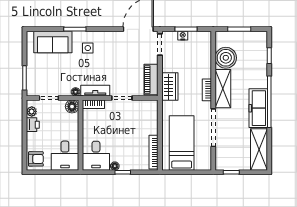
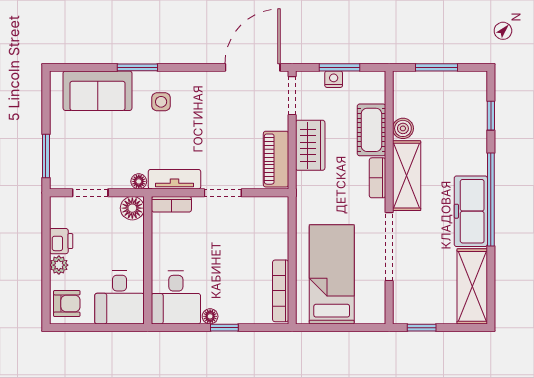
boiler: (226, 58) -> (403, 128), width x0.54, depth x0.54
cot: (204, 63) -> (371, 130), added
wardrobe: (170, 87) -> (310, 145), moved
plant: (32, 111) -> (59, 265), moved

